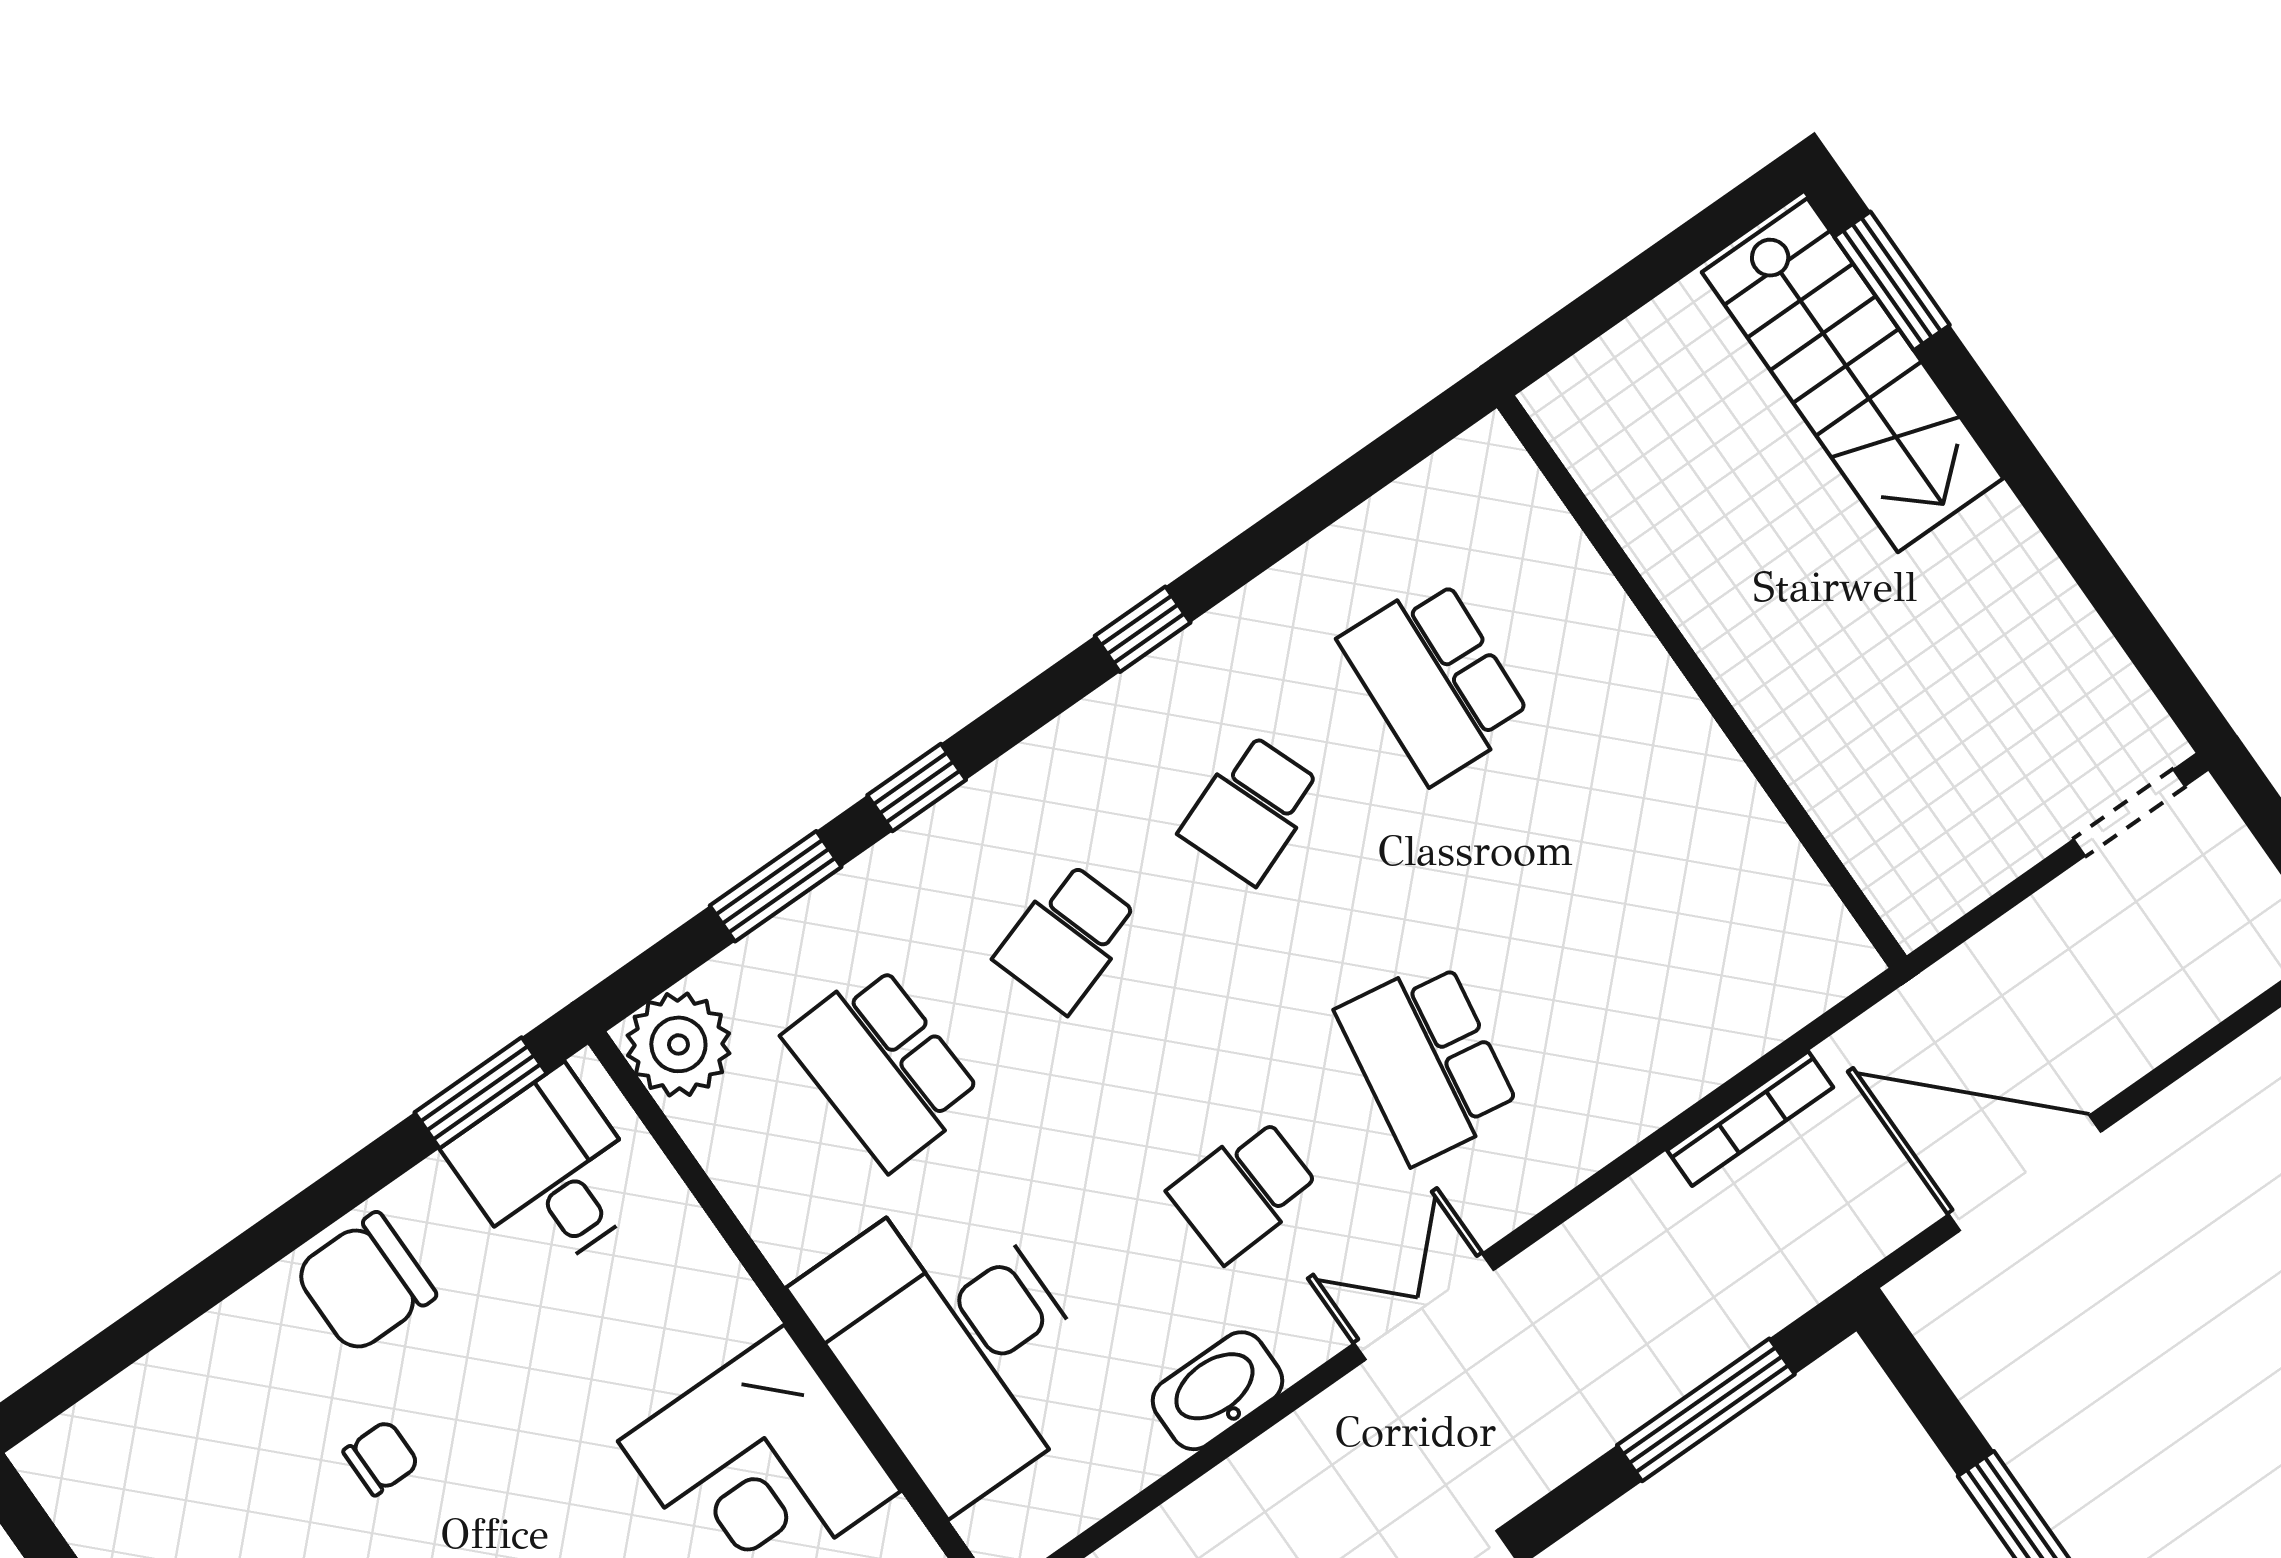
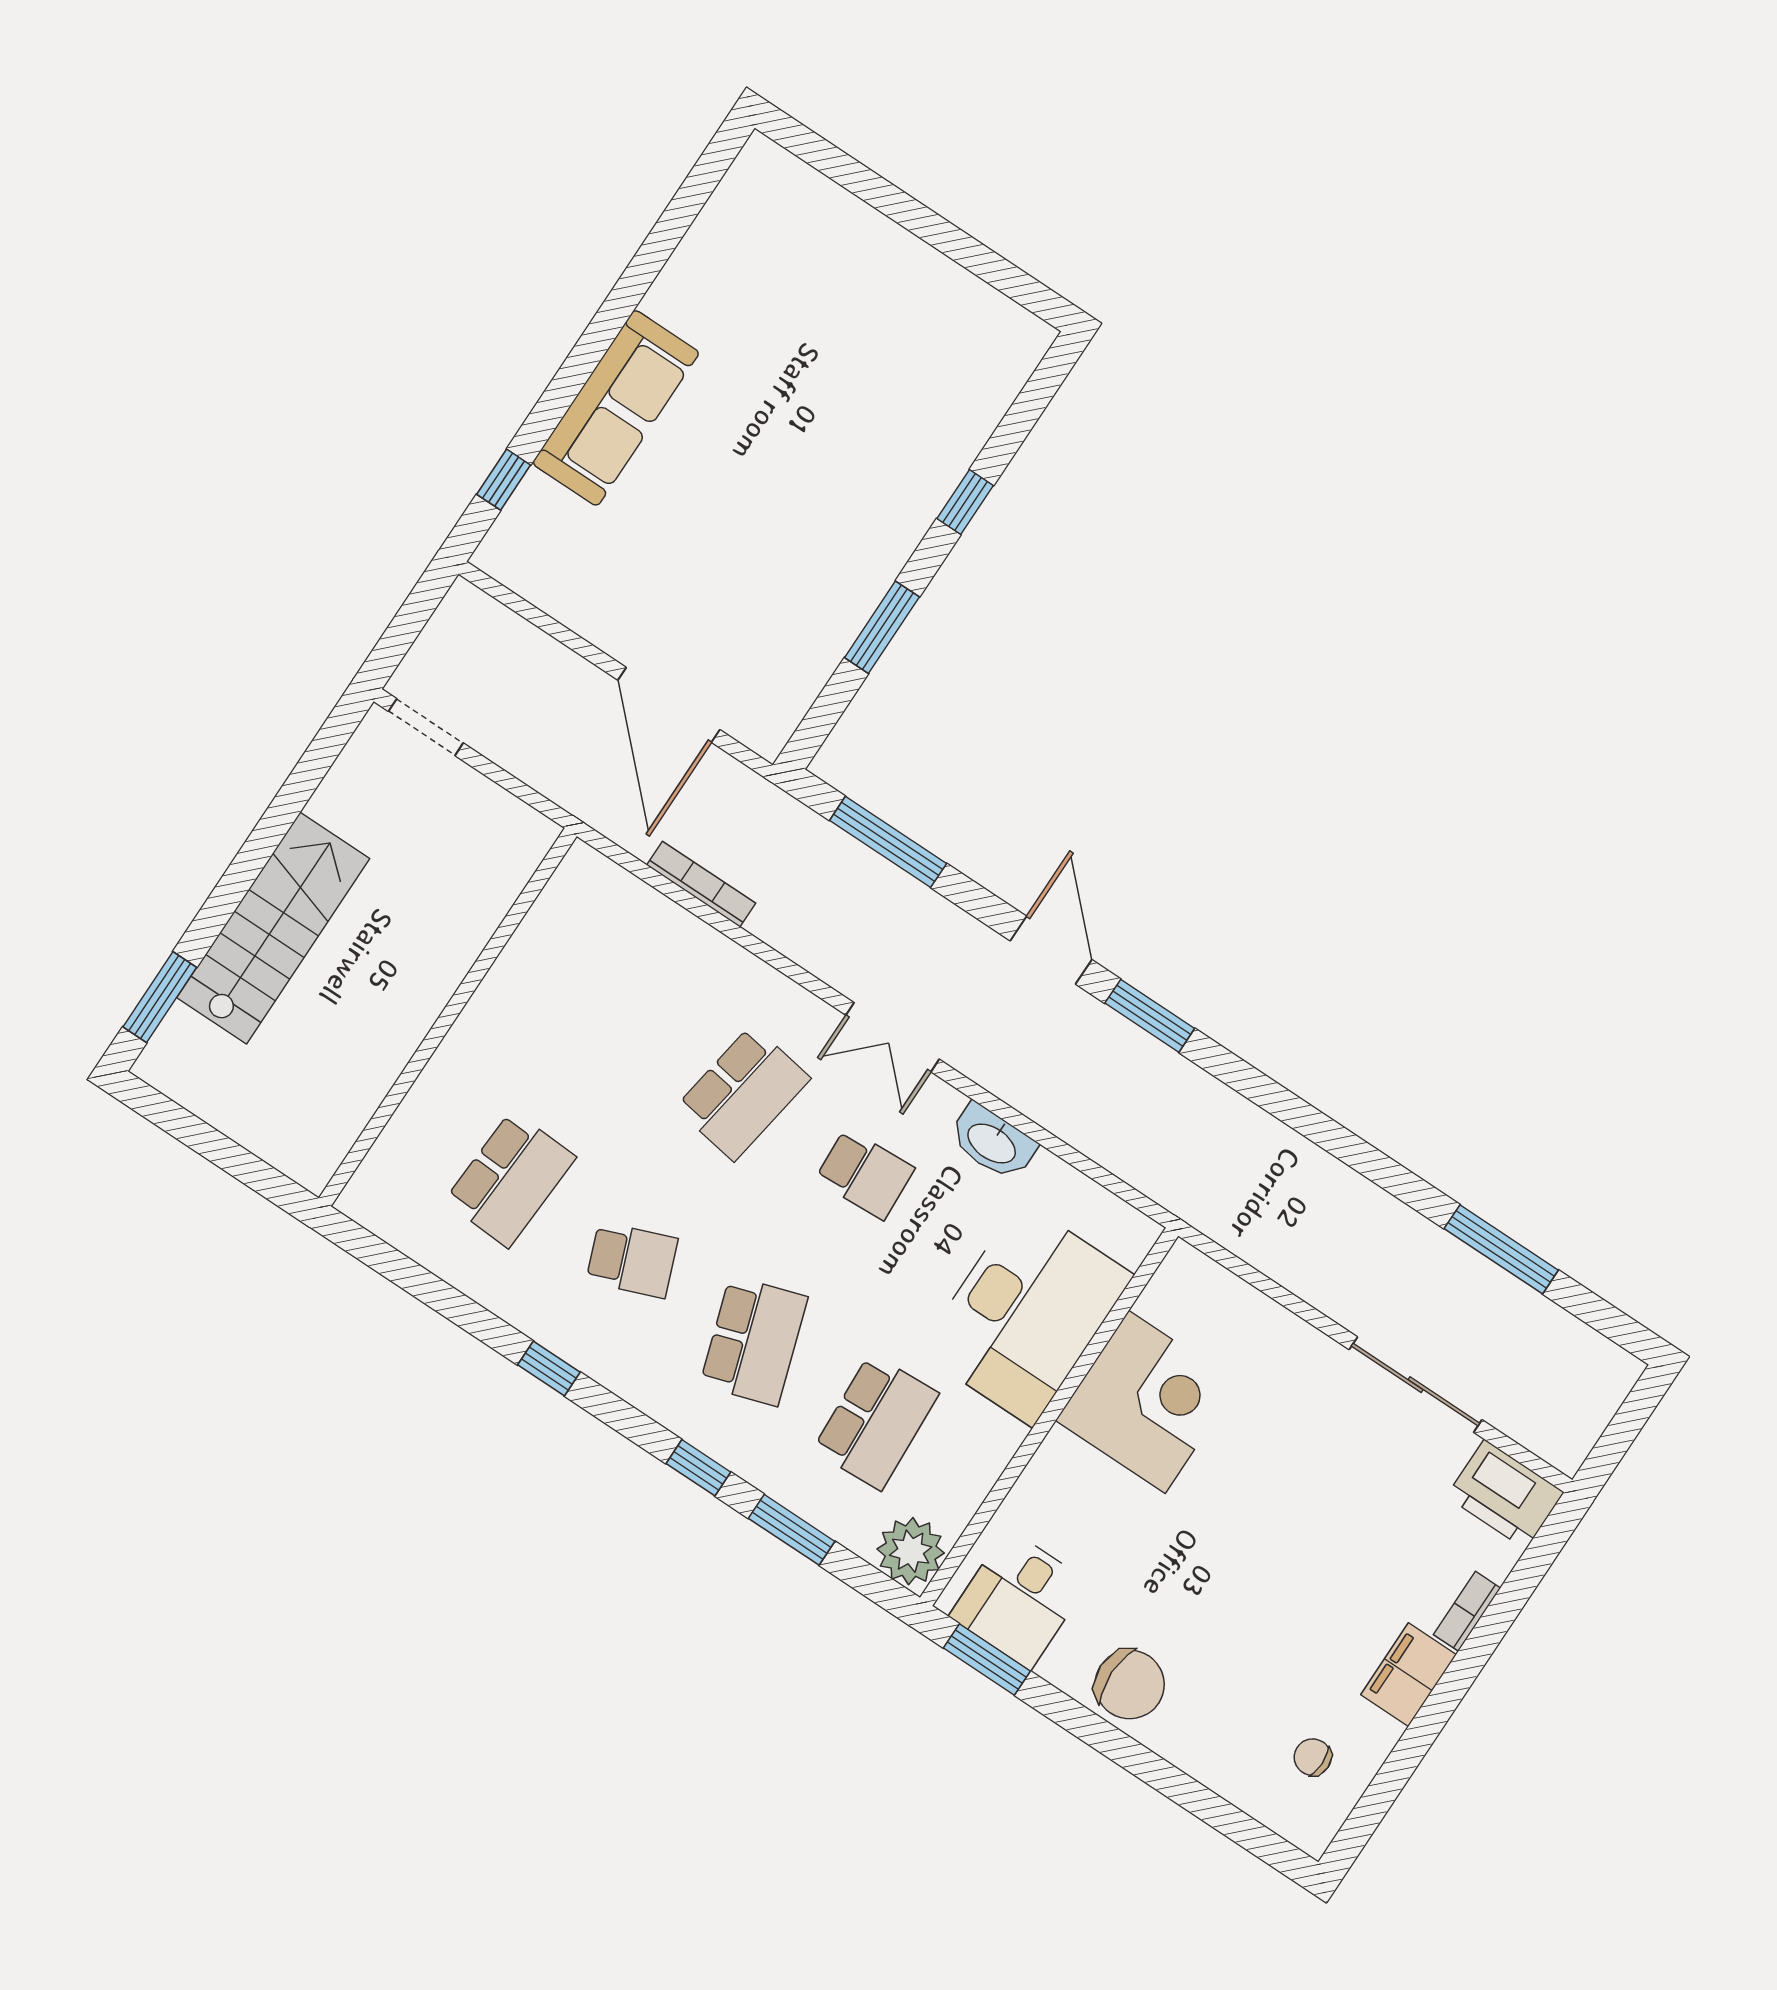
stairs: (1853, 375) -> (273, 928), moved
school desk: (1067, 938) -> (754, 1341), width x1.85
chair: (381, 1458) -> (1313, 1757), moved

